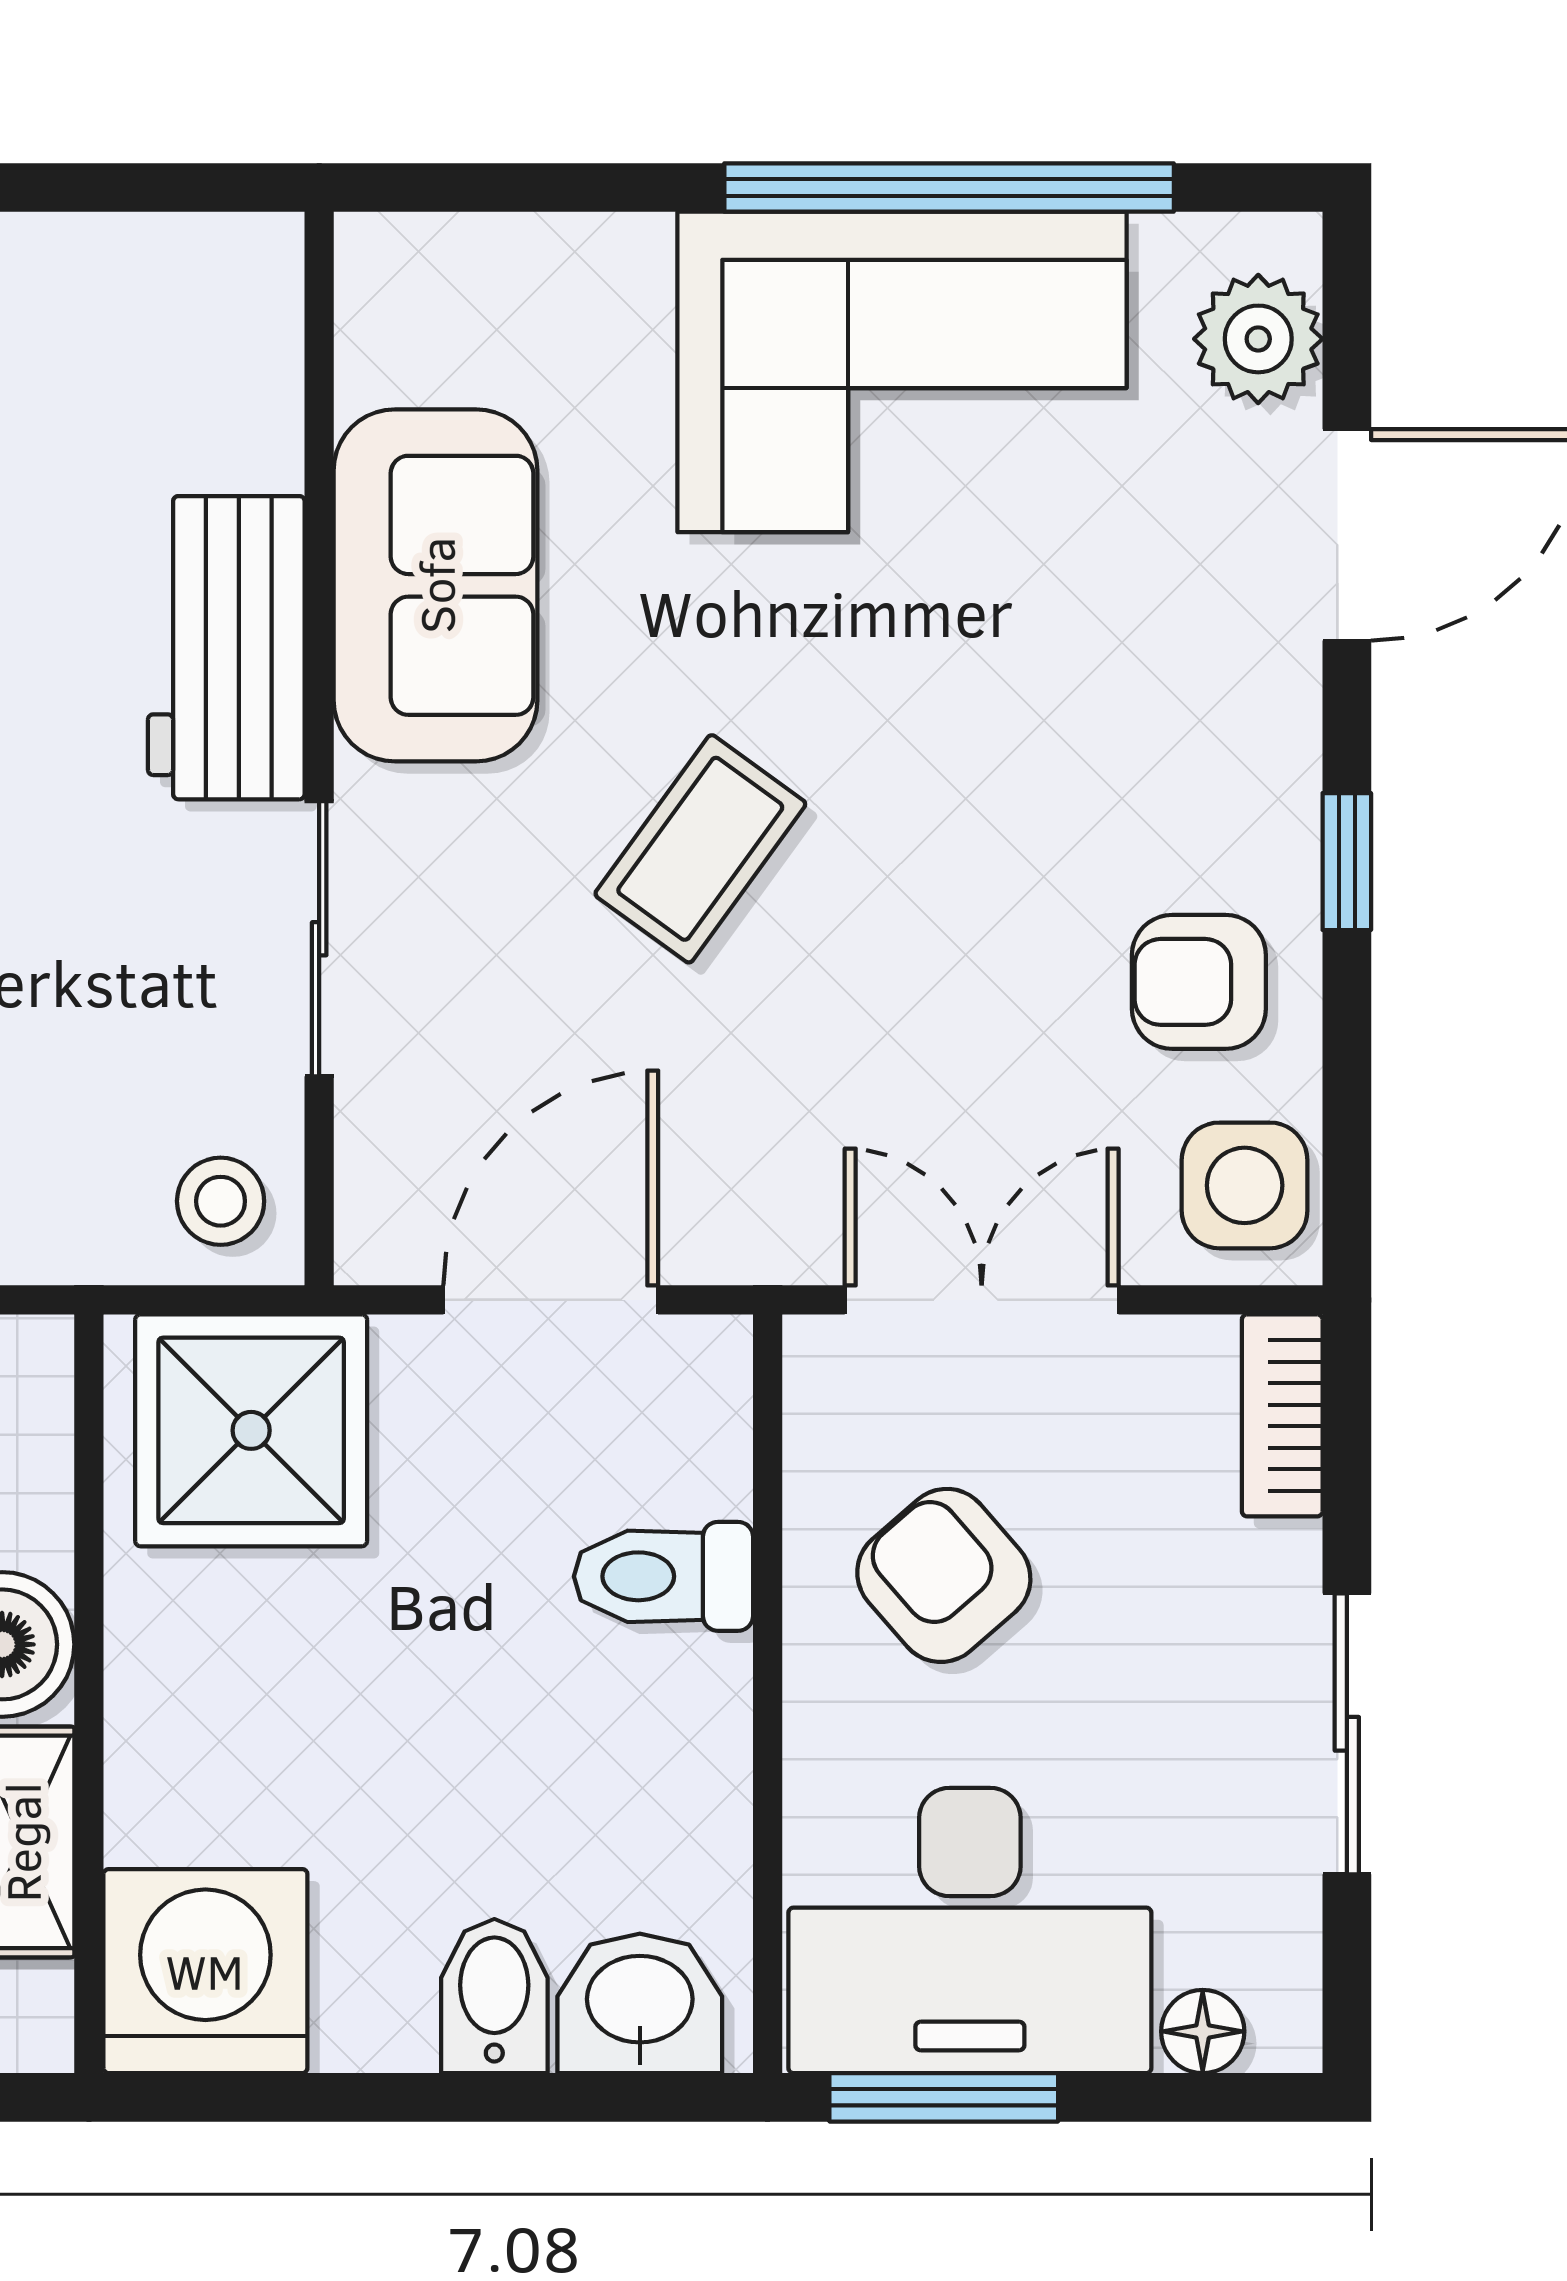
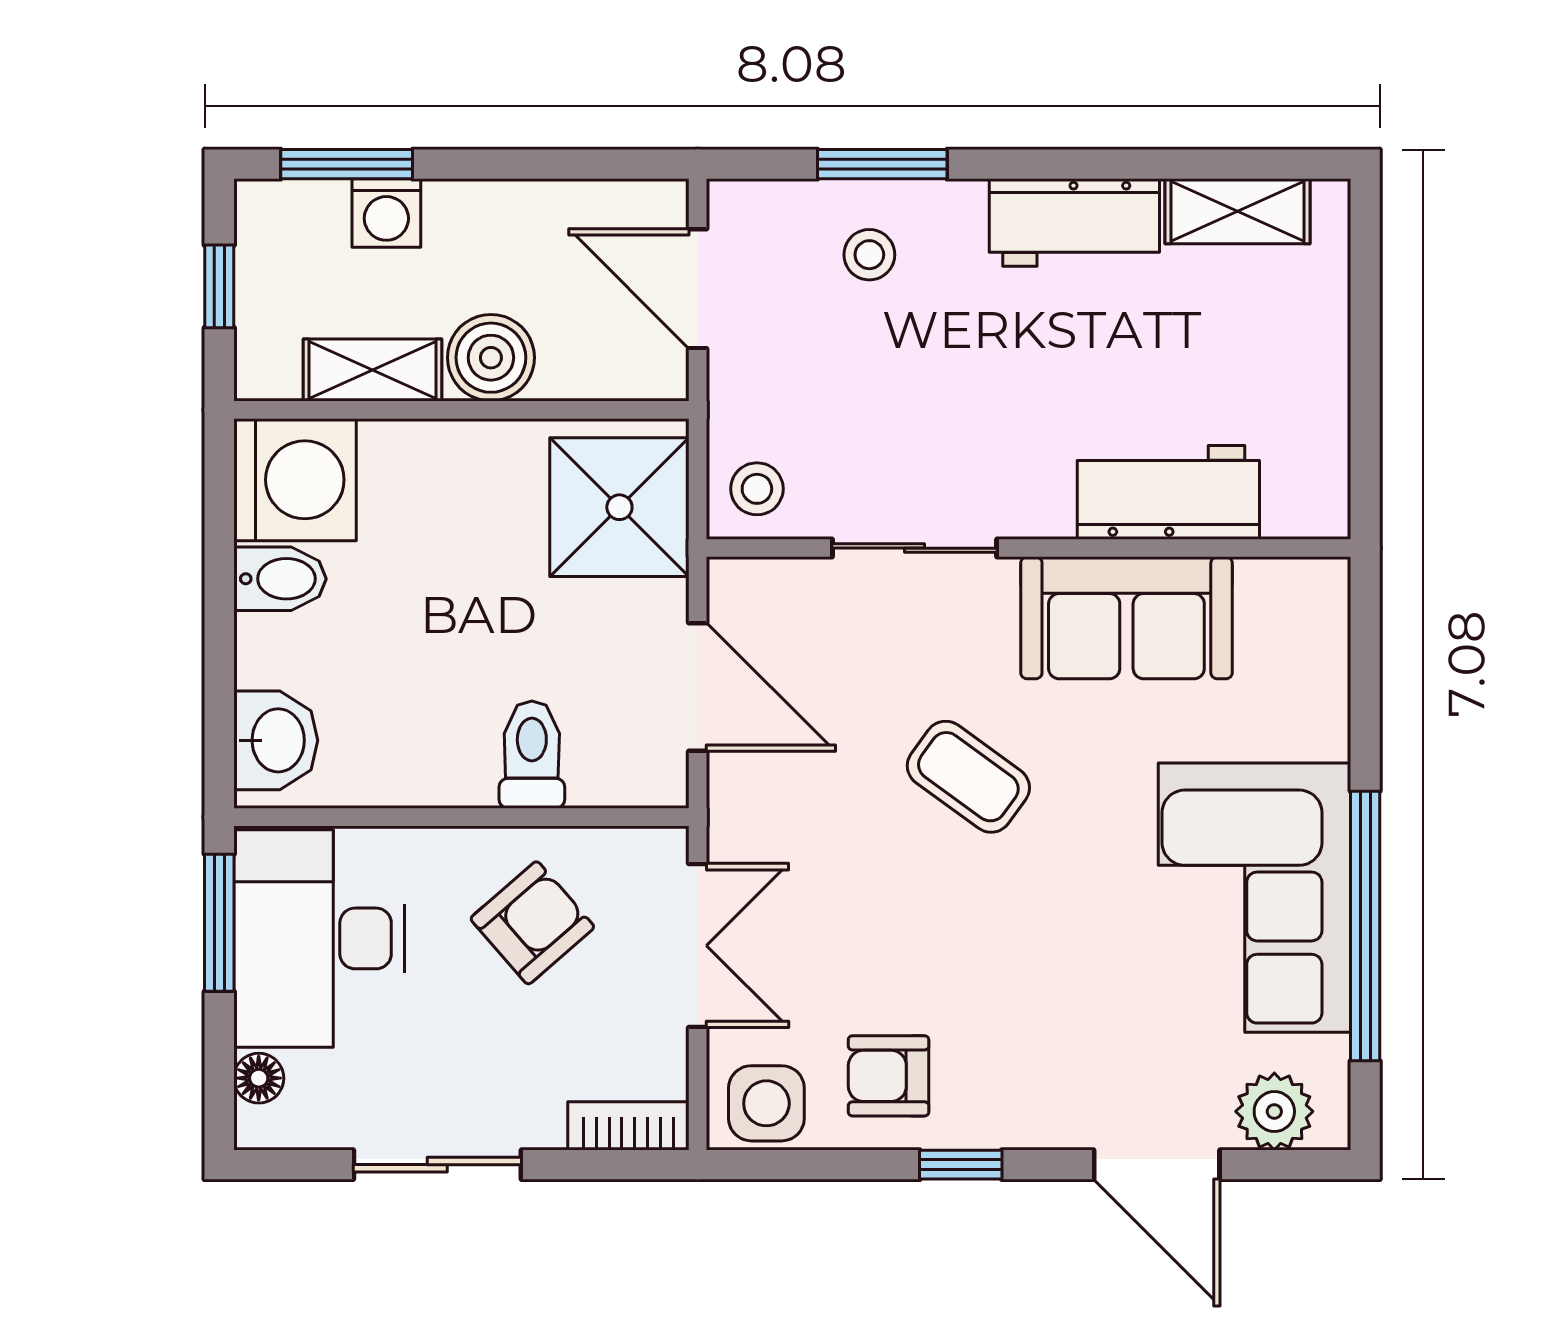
workbench: (226, 648) -> (1168, 492), moved
armchair: (1199, 982) -> (889, 1076), turned -90
bidet: (494, 1996) -> (280, 579), moved

